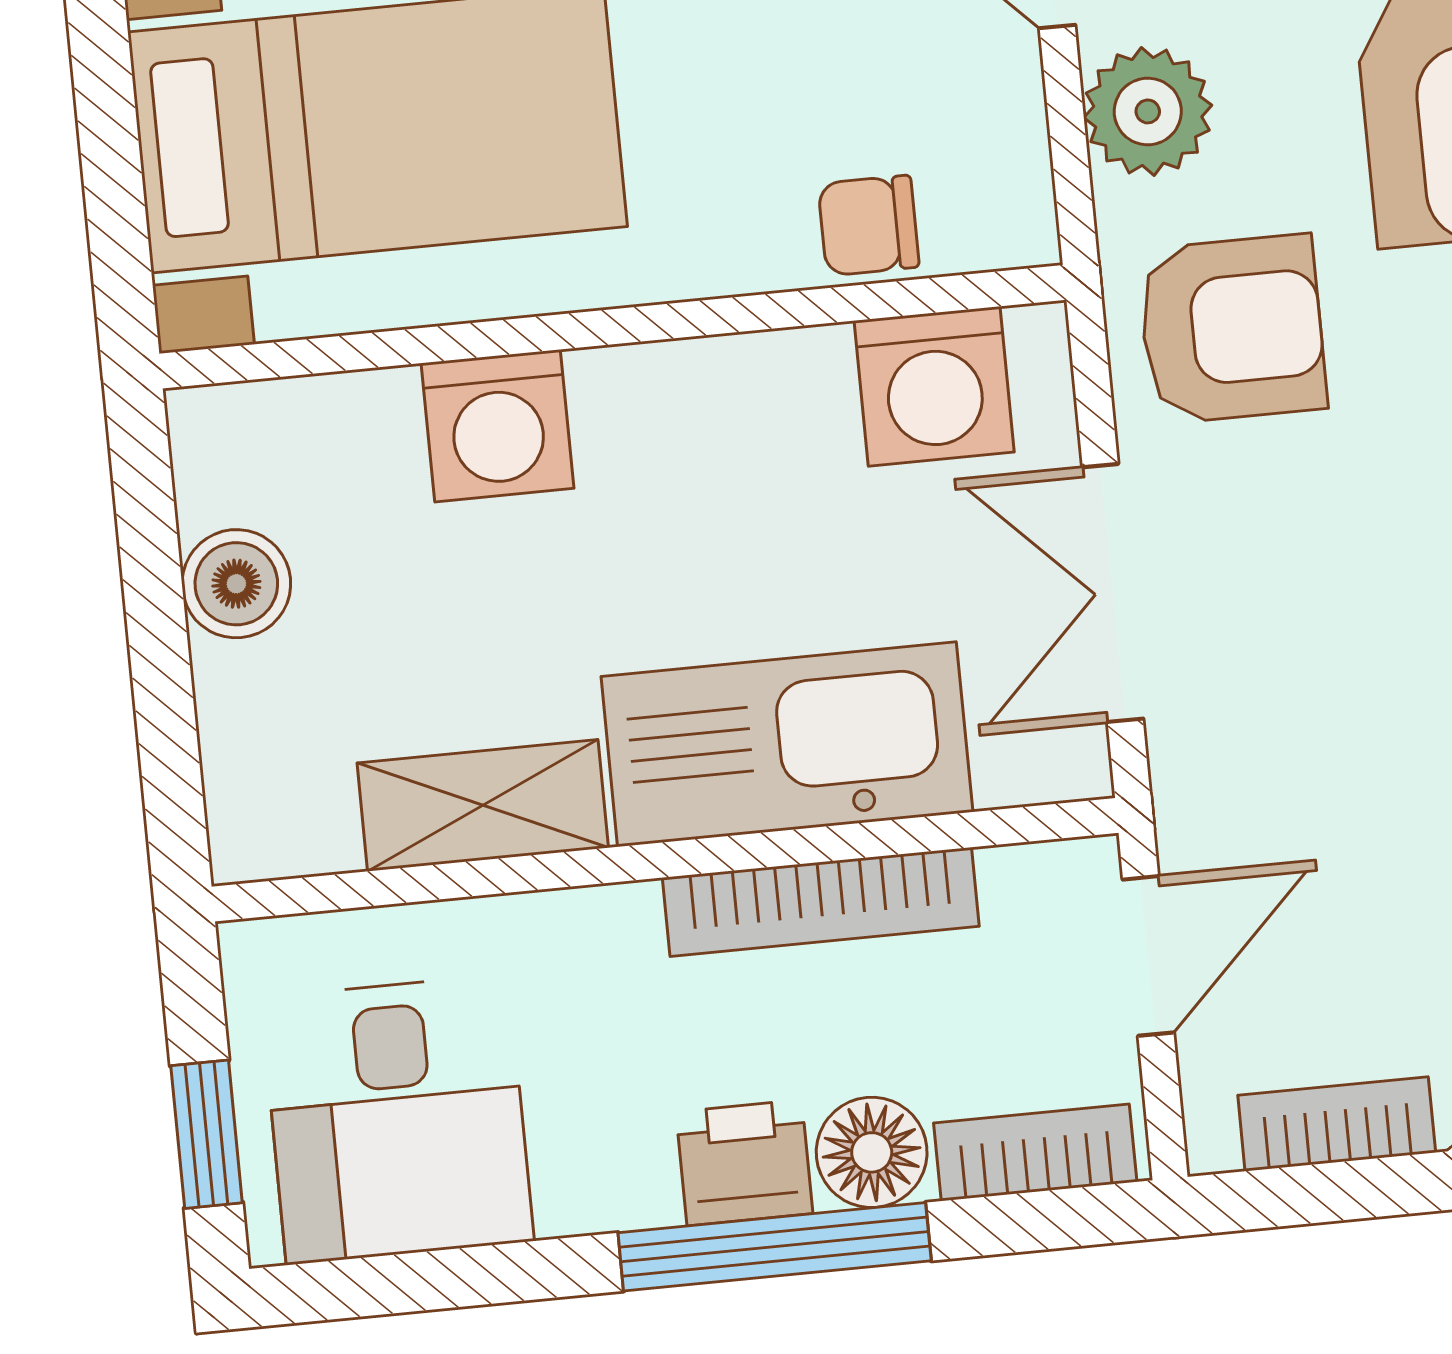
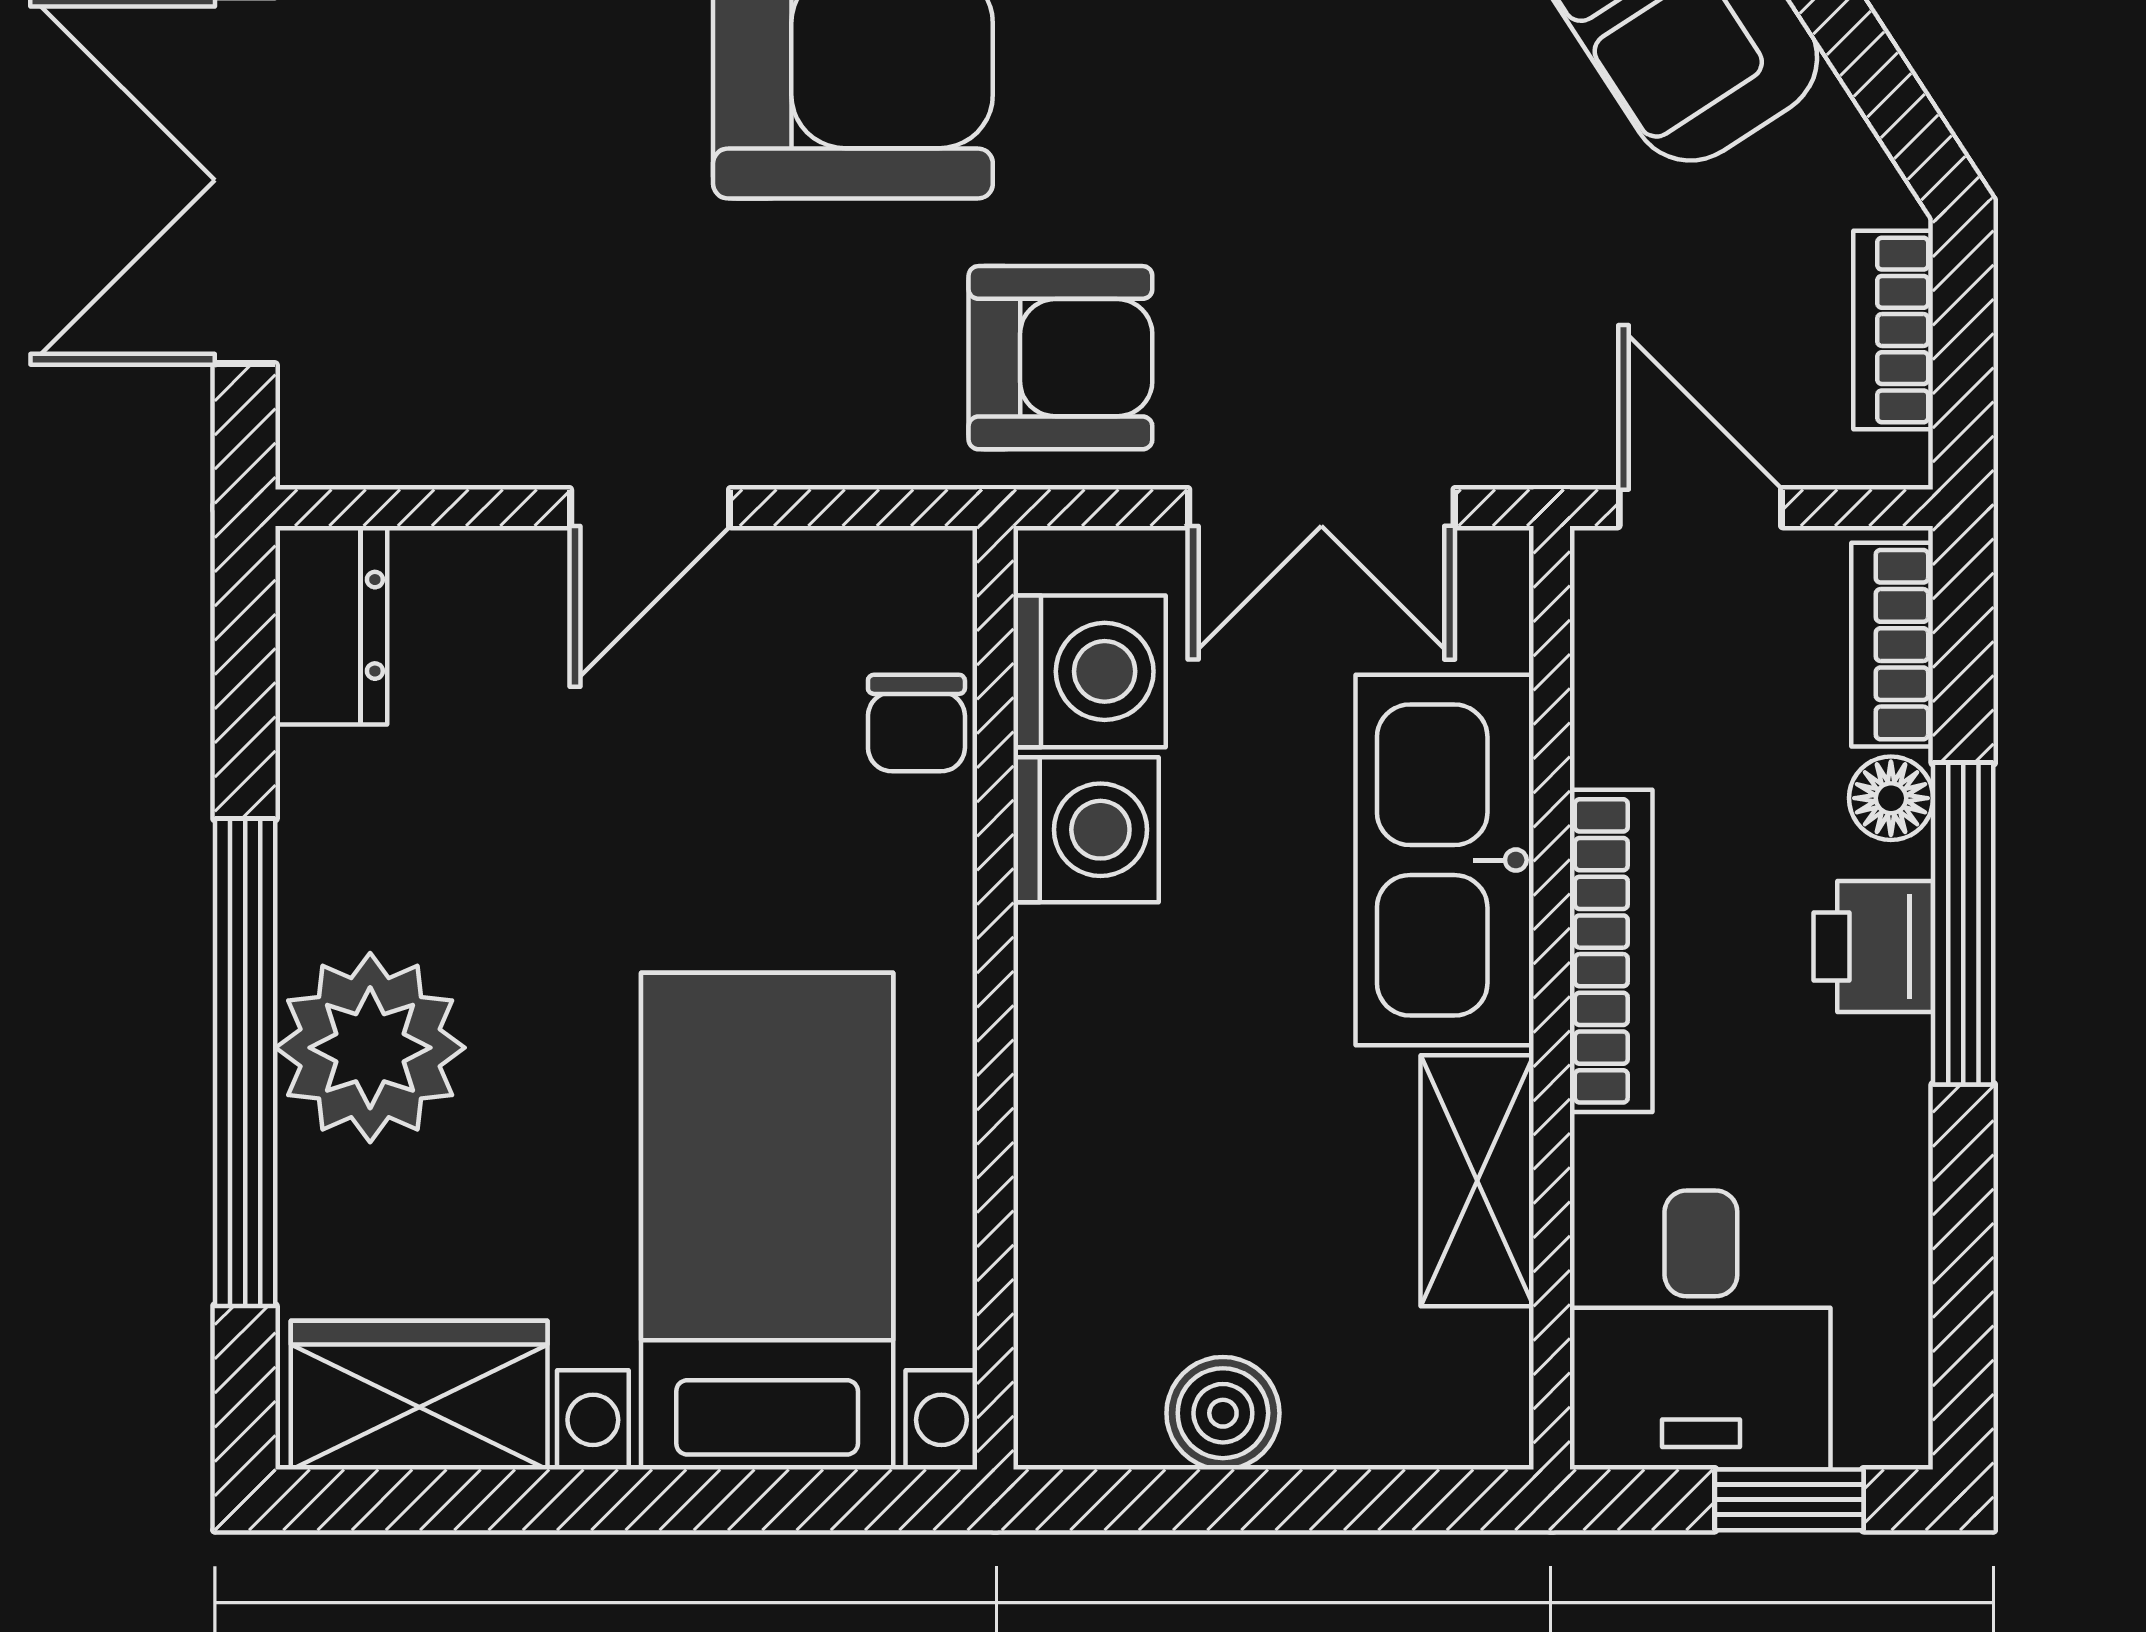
plant: (1148, 111) -> (827, 423), removed
armchair: (1232, 329) -> (1060, 358), turned 90
washing machine: (498, 426) -> (1086, 830), moved
bookcase: (821, 902) -> (1611, 951), moved
desk: (397, 1119) -> (1701, 1330), moved, turned 90
floor lamp: (872, 1152) -> (1891, 798), width x0.73, depth x0.73

